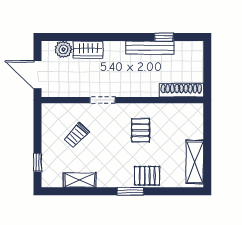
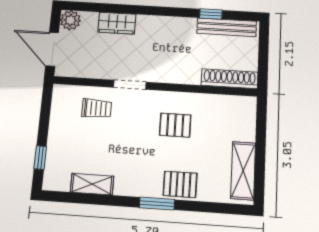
bench: (150, 48) -> (227, 27), moved
plant: (63, 49) -> (70, 20), moved
pallet: (141, 130) -> (175, 125), turned 90
trolley: (77, 135) -> (97, 108), moved, turned -132

